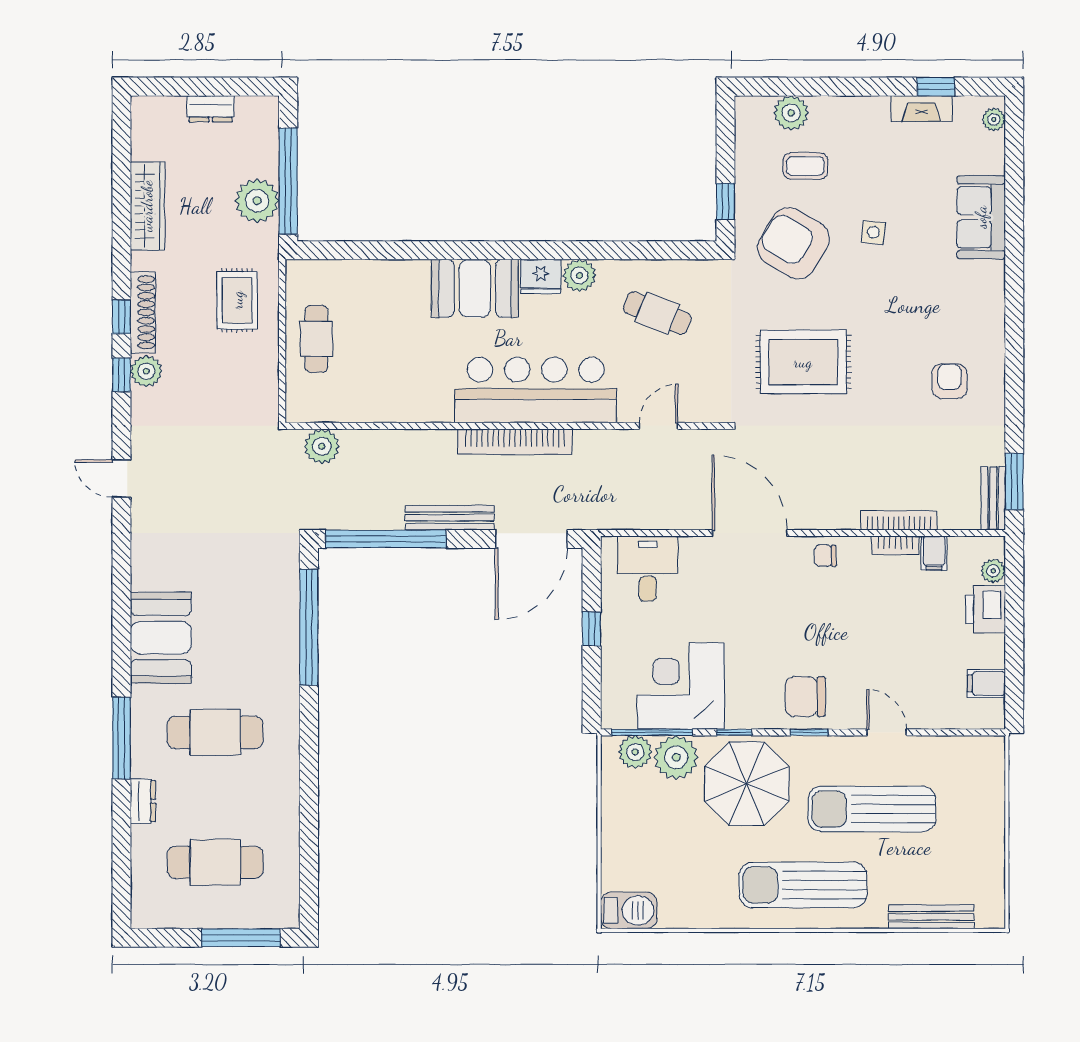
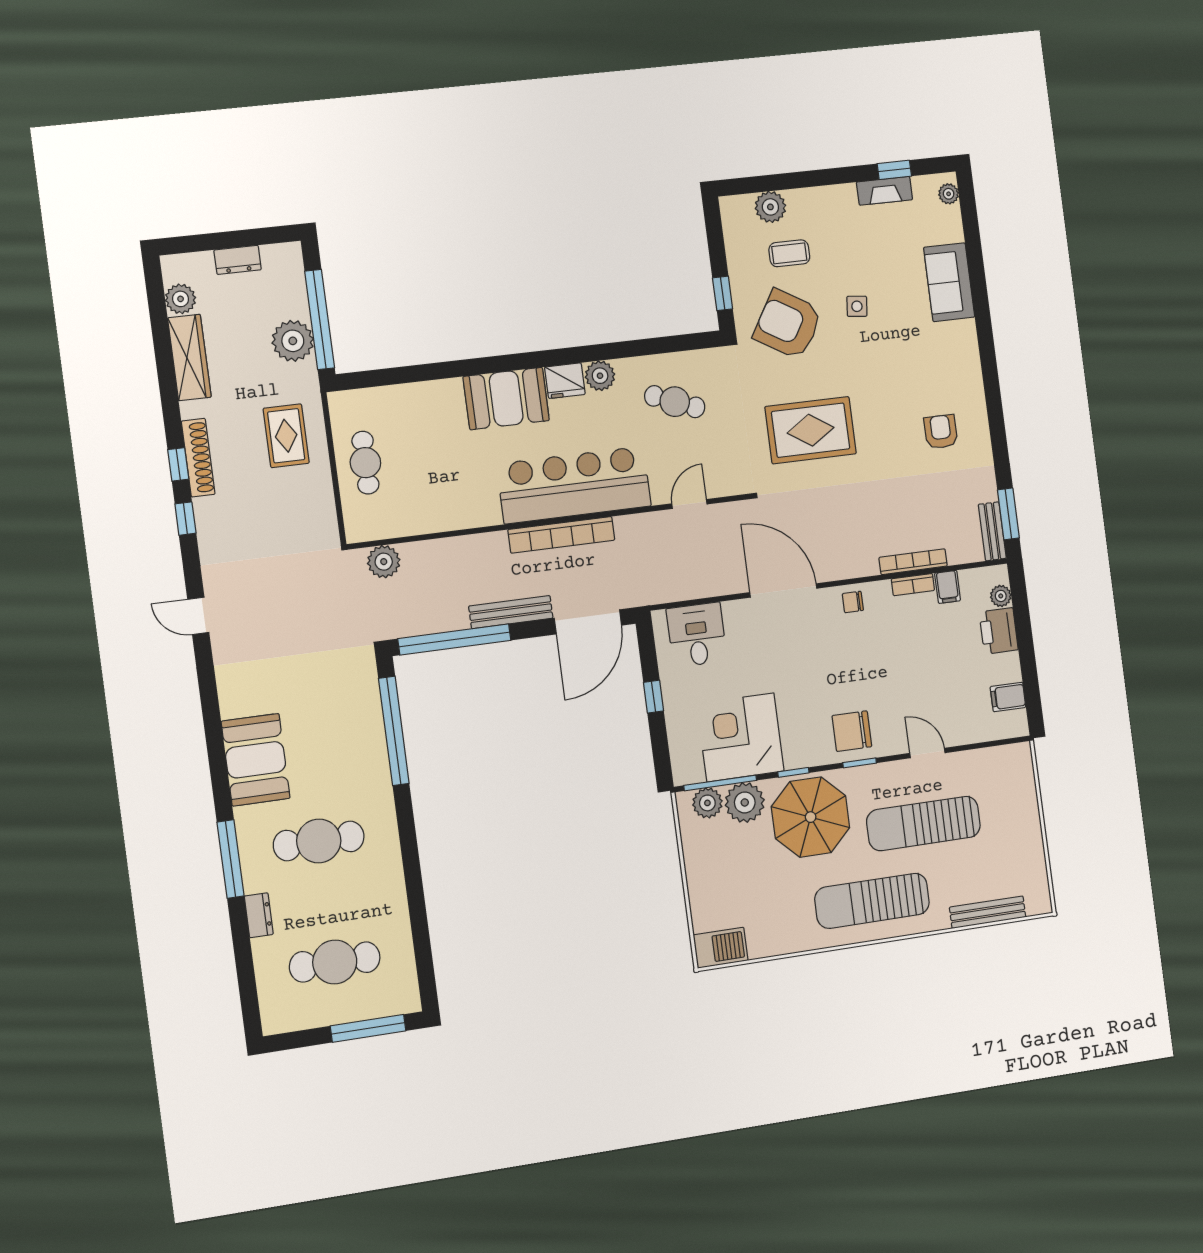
plant: (146, 371) -> (181, 299), moved

